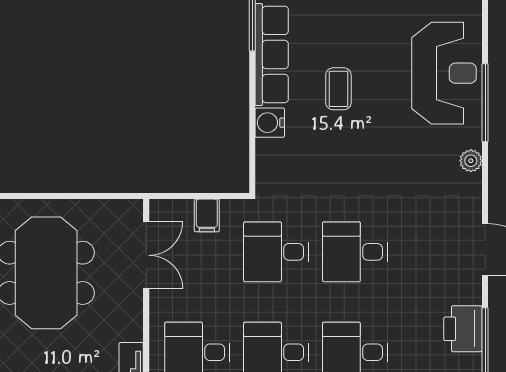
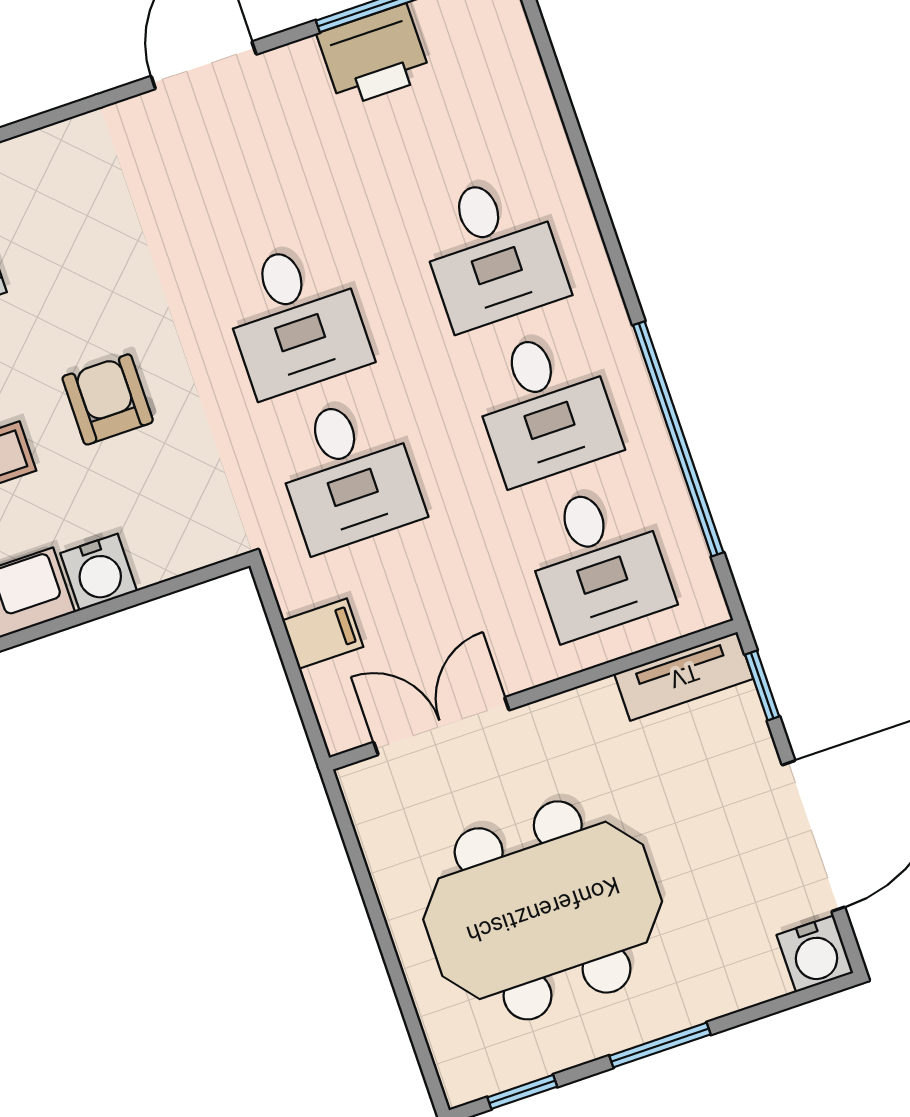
armchair: (347, 154) -> (108, 399), added
plant: (471, 161) -> (39, 152), removed

